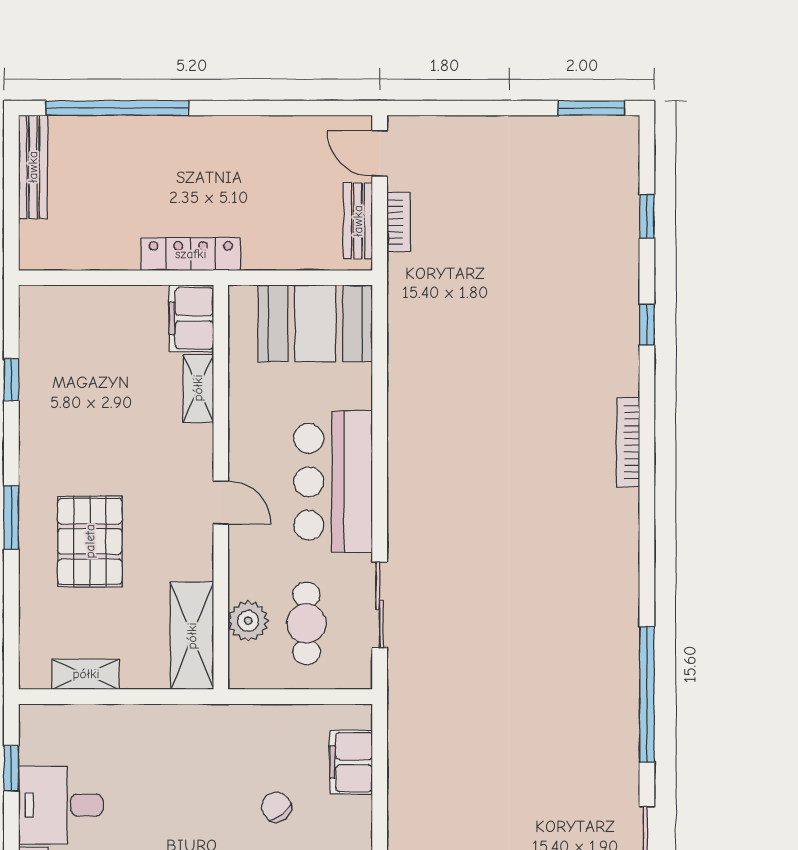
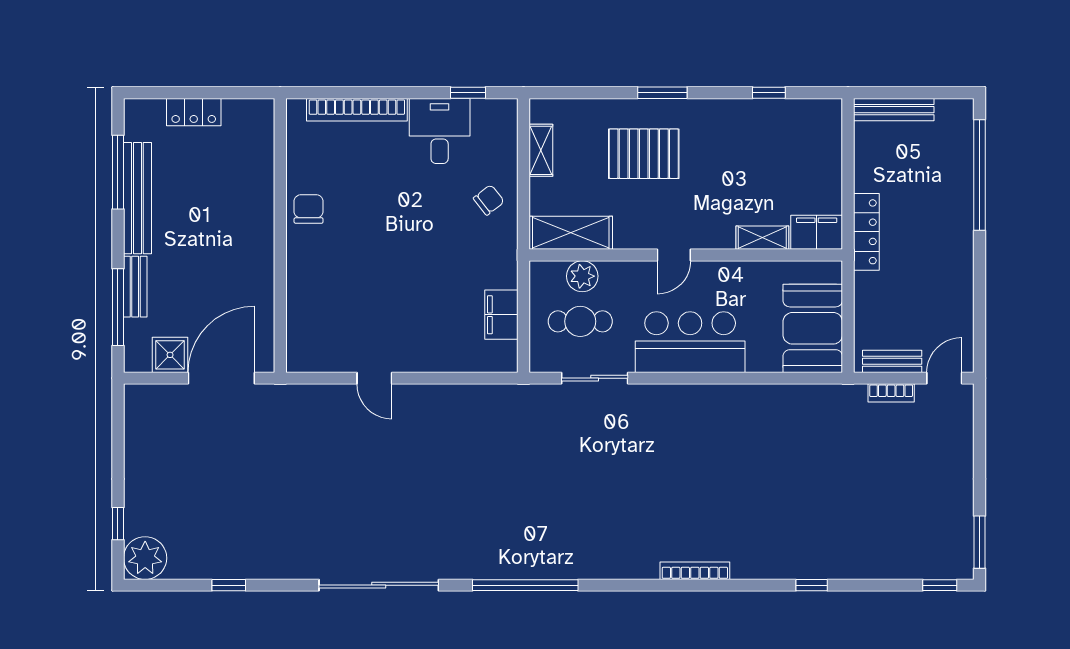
bench: (33, 167) -> (894, 110), moved
window: (647, 216) -> (940, 585), moved
bookcase: (628, 442) -> (695, 571), moved
filing cabinet: (351, 762) -> (501, 315), moved, turned -90
chair: (276, 807) -> (489, 200), moved

